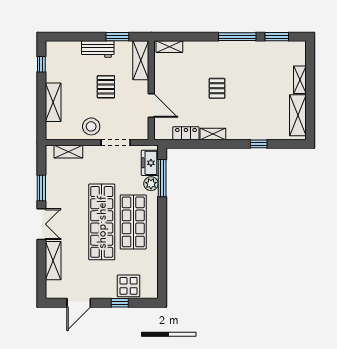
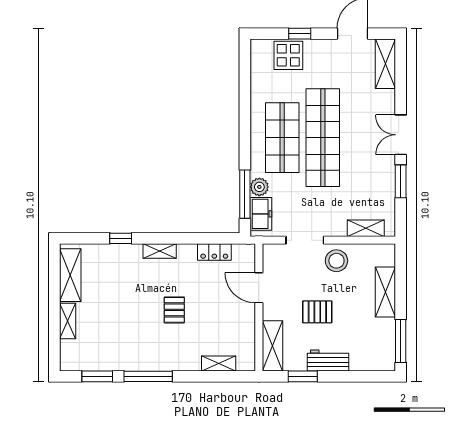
shelving: (169, 47) -> (219, 364), moved
window: (41, 64) -> (401, 341), width x2.17
pallet: (106, 87) -> (317, 312), turned 90
shelving: (213, 134) -> (160, 251), moved
shelving: (53, 261) -> (385, 64), moved

